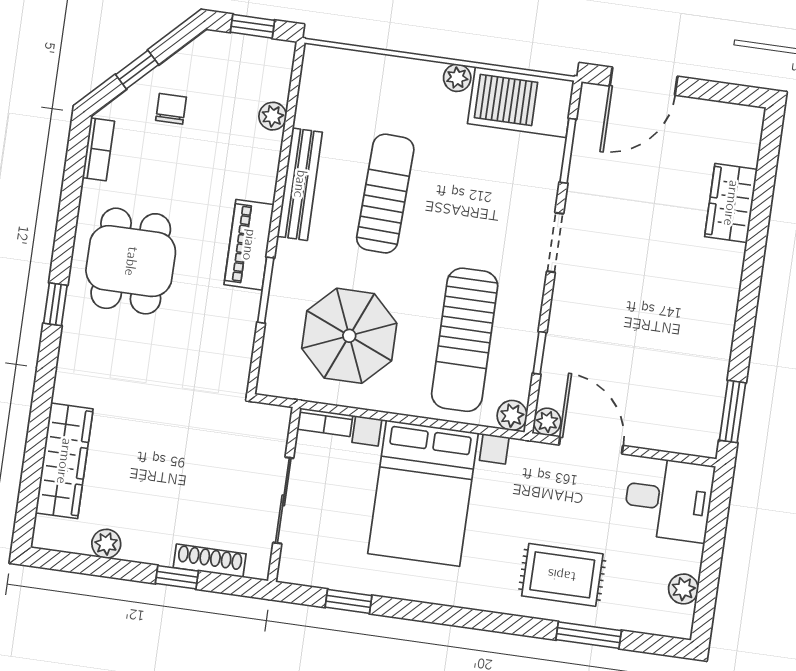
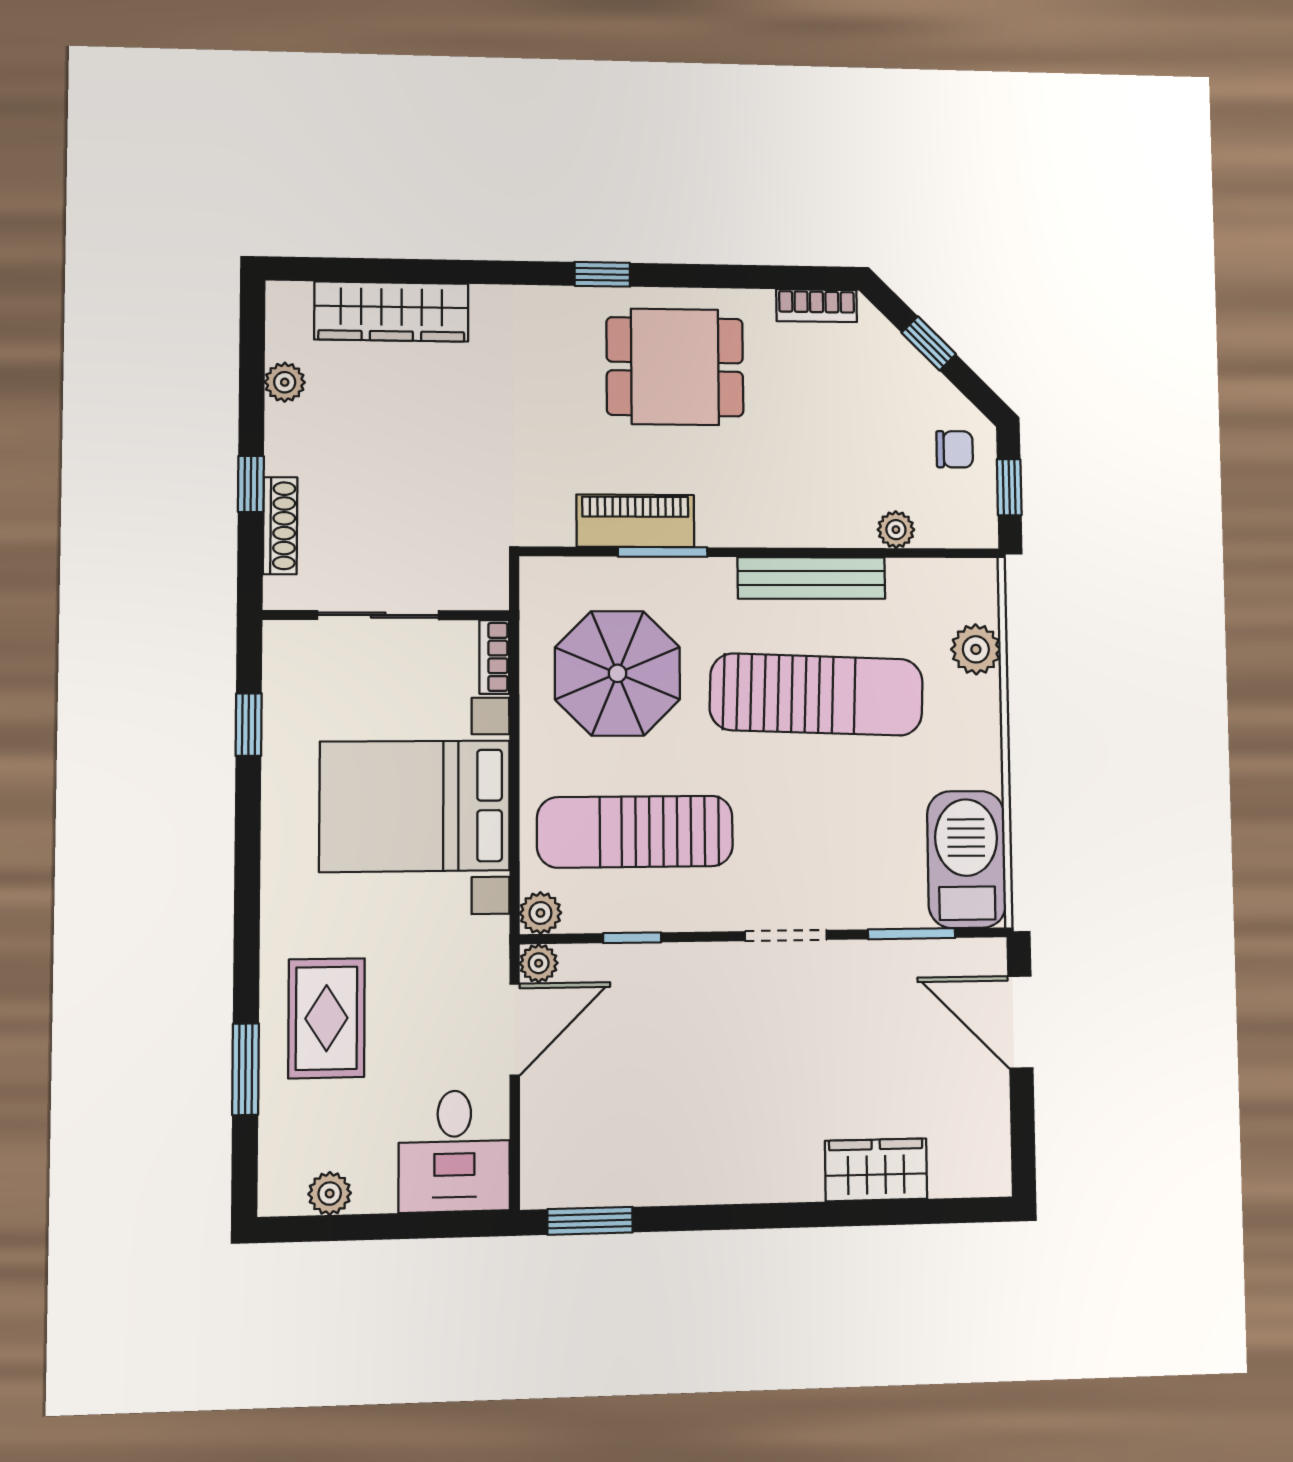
plant: (457, 78) -> (976, 649), moved, width x1.38, depth x1.38
chair: (171, 109) -> (955, 449), moved
sun lounger: (385, 194) -> (817, 695), width x1.36, depth x1.34
piano: (249, 245) -> (635, 521), moved

